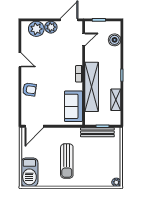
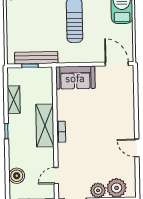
shelving: (92, 87) -> (45, 125), width x0.68
armchair: (29, 89) -> (124, 111), removed
sofa: (73, 106) -> (75, 78), moved, turned 90
door: (34, 126) -> (117, 64), hinge flipped

